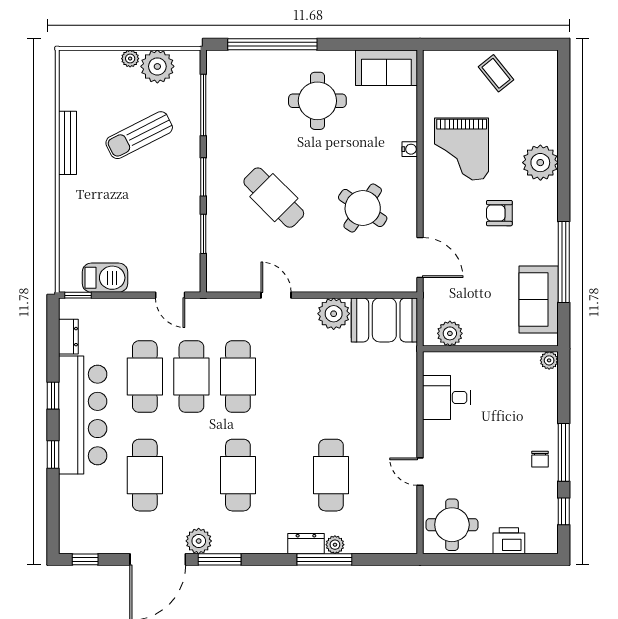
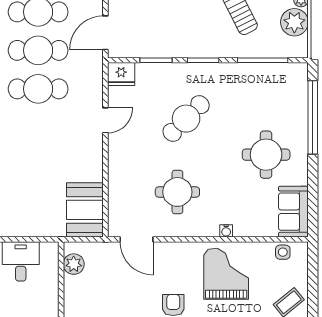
side table: (435, 81) -> (283, 252), added
grand piano: (462, 149) -> (226, 274), turned 90
round table: (363, 208) -> (177, 192), turned -34
door: (420, 257) -> (137, 239), hinge flipped
fridge: (220, 276) -> (121, 74), added
door: (170, 295) -> (105, 33), width x1.38
plant: (334, 314) -> (90, 168), removed

